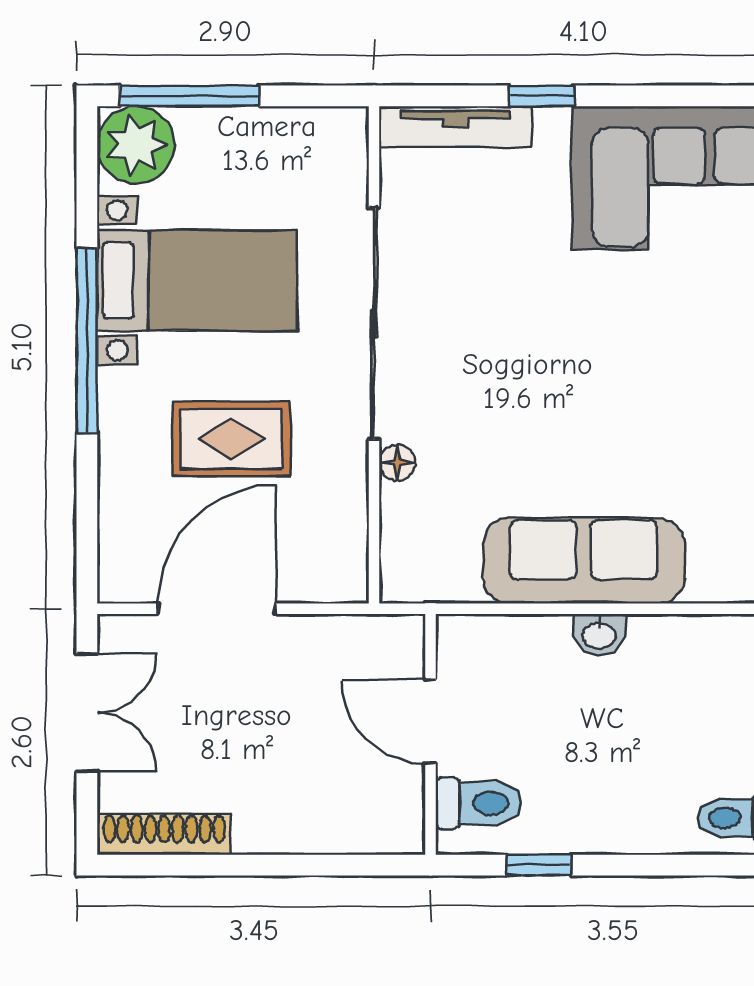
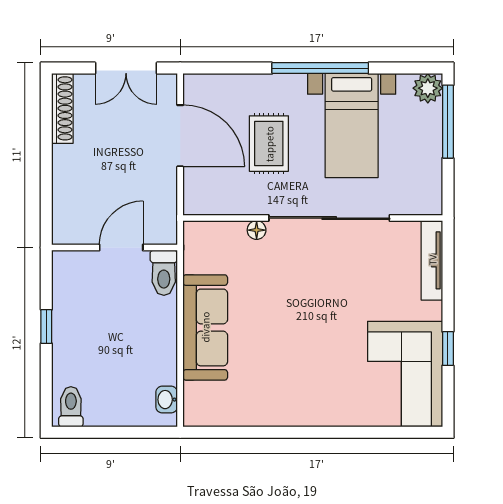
window: (542, 96) -> (448, 349), moved
plant: (136, 145) -> (428, 88), width x0.73, depth x0.73
washbasin: (599, 635) -> (167, 400), moved
toilet: (479, 803) -> (164, 273), moved
window: (539, 865) -> (46, 326), moved

